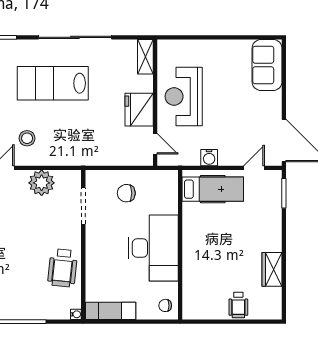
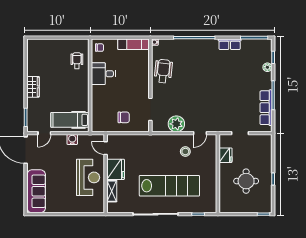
shelving: (145, 57) -> (112, 191), moved
sofa: (267, 65) -> (36, 191), width x1.36
lab bench: (53, 83) -> (169, 186), width x1.36
desk: (153, 248) -> (103, 74), width x0.53, depth x0.77
wardrobe: (272, 269) -> (33, 87), moved
wheelchair: (238, 305) -> (77, 61), moved

